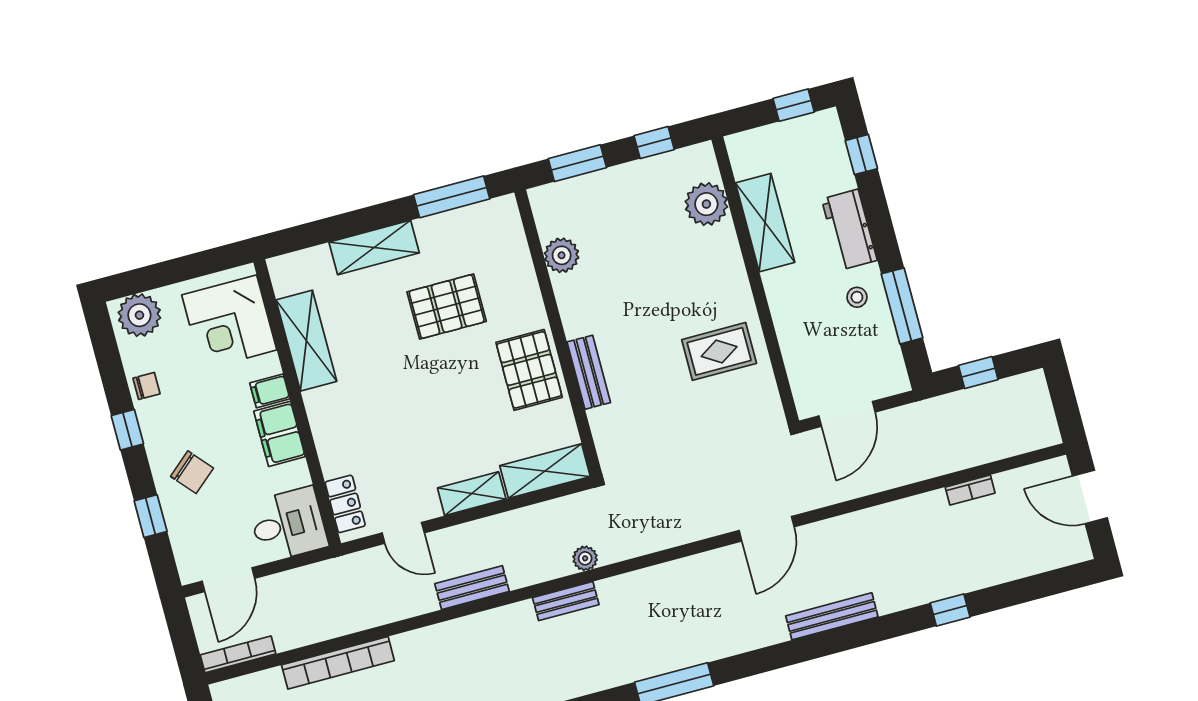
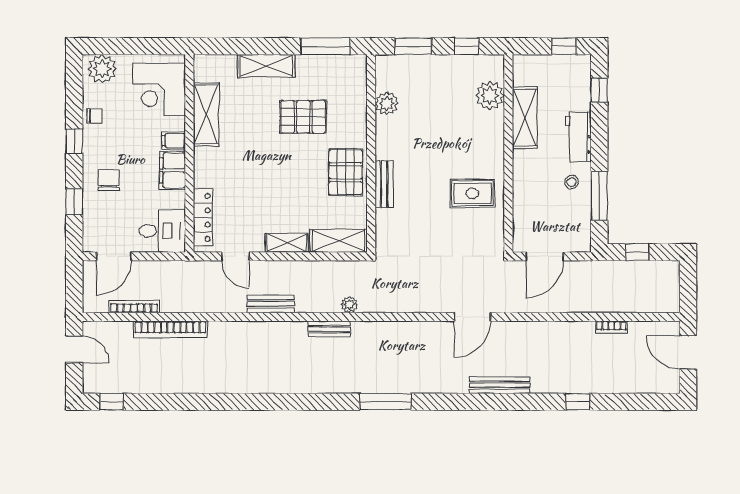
chair: (192, 472) -> (109, 180), turned -139
locker: (345, 504) -> (203, 217), width x1.53
bookcase: (238, 654) -> (134, 307), moved

